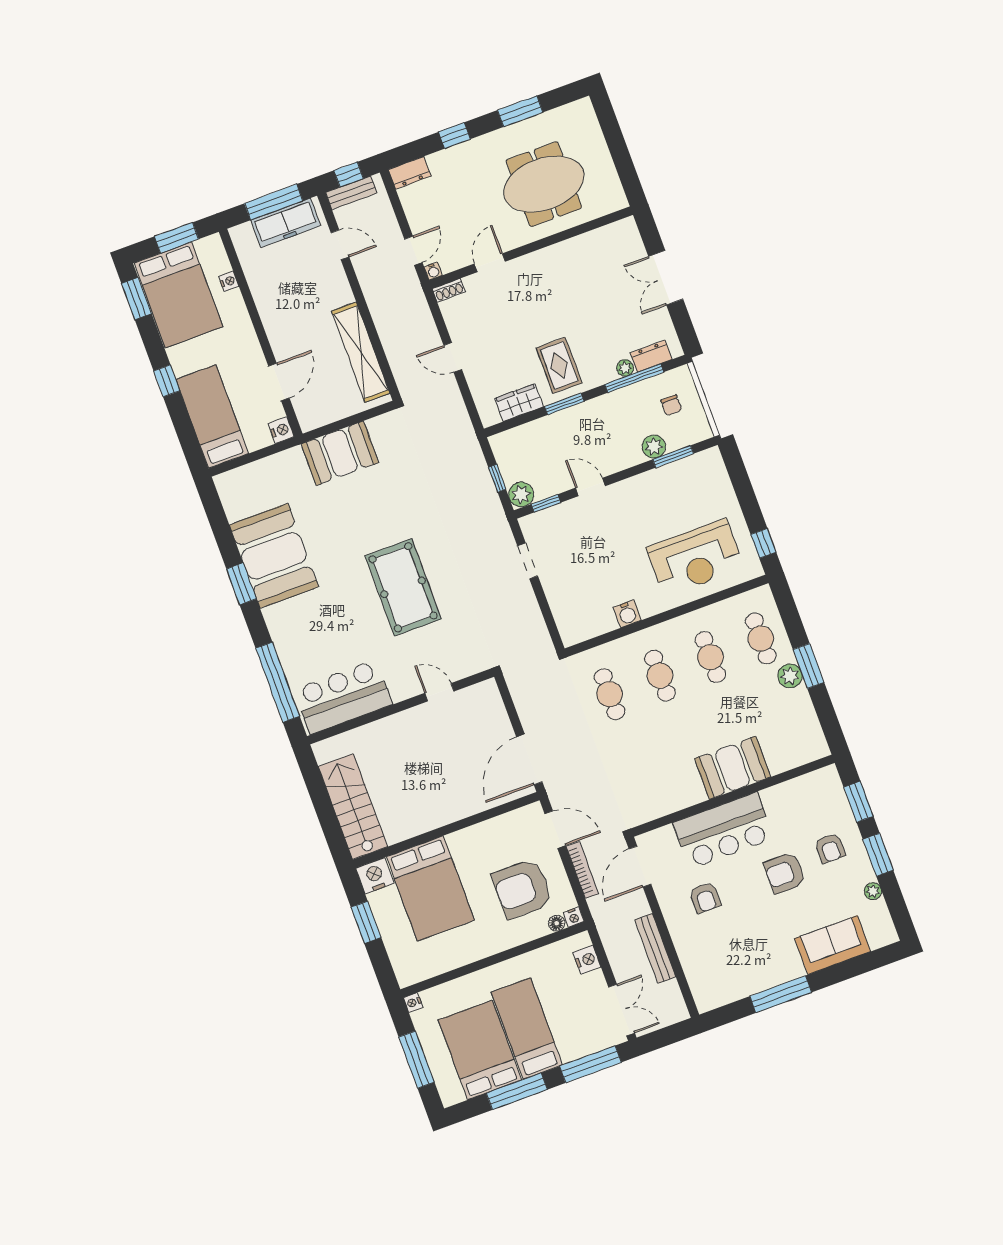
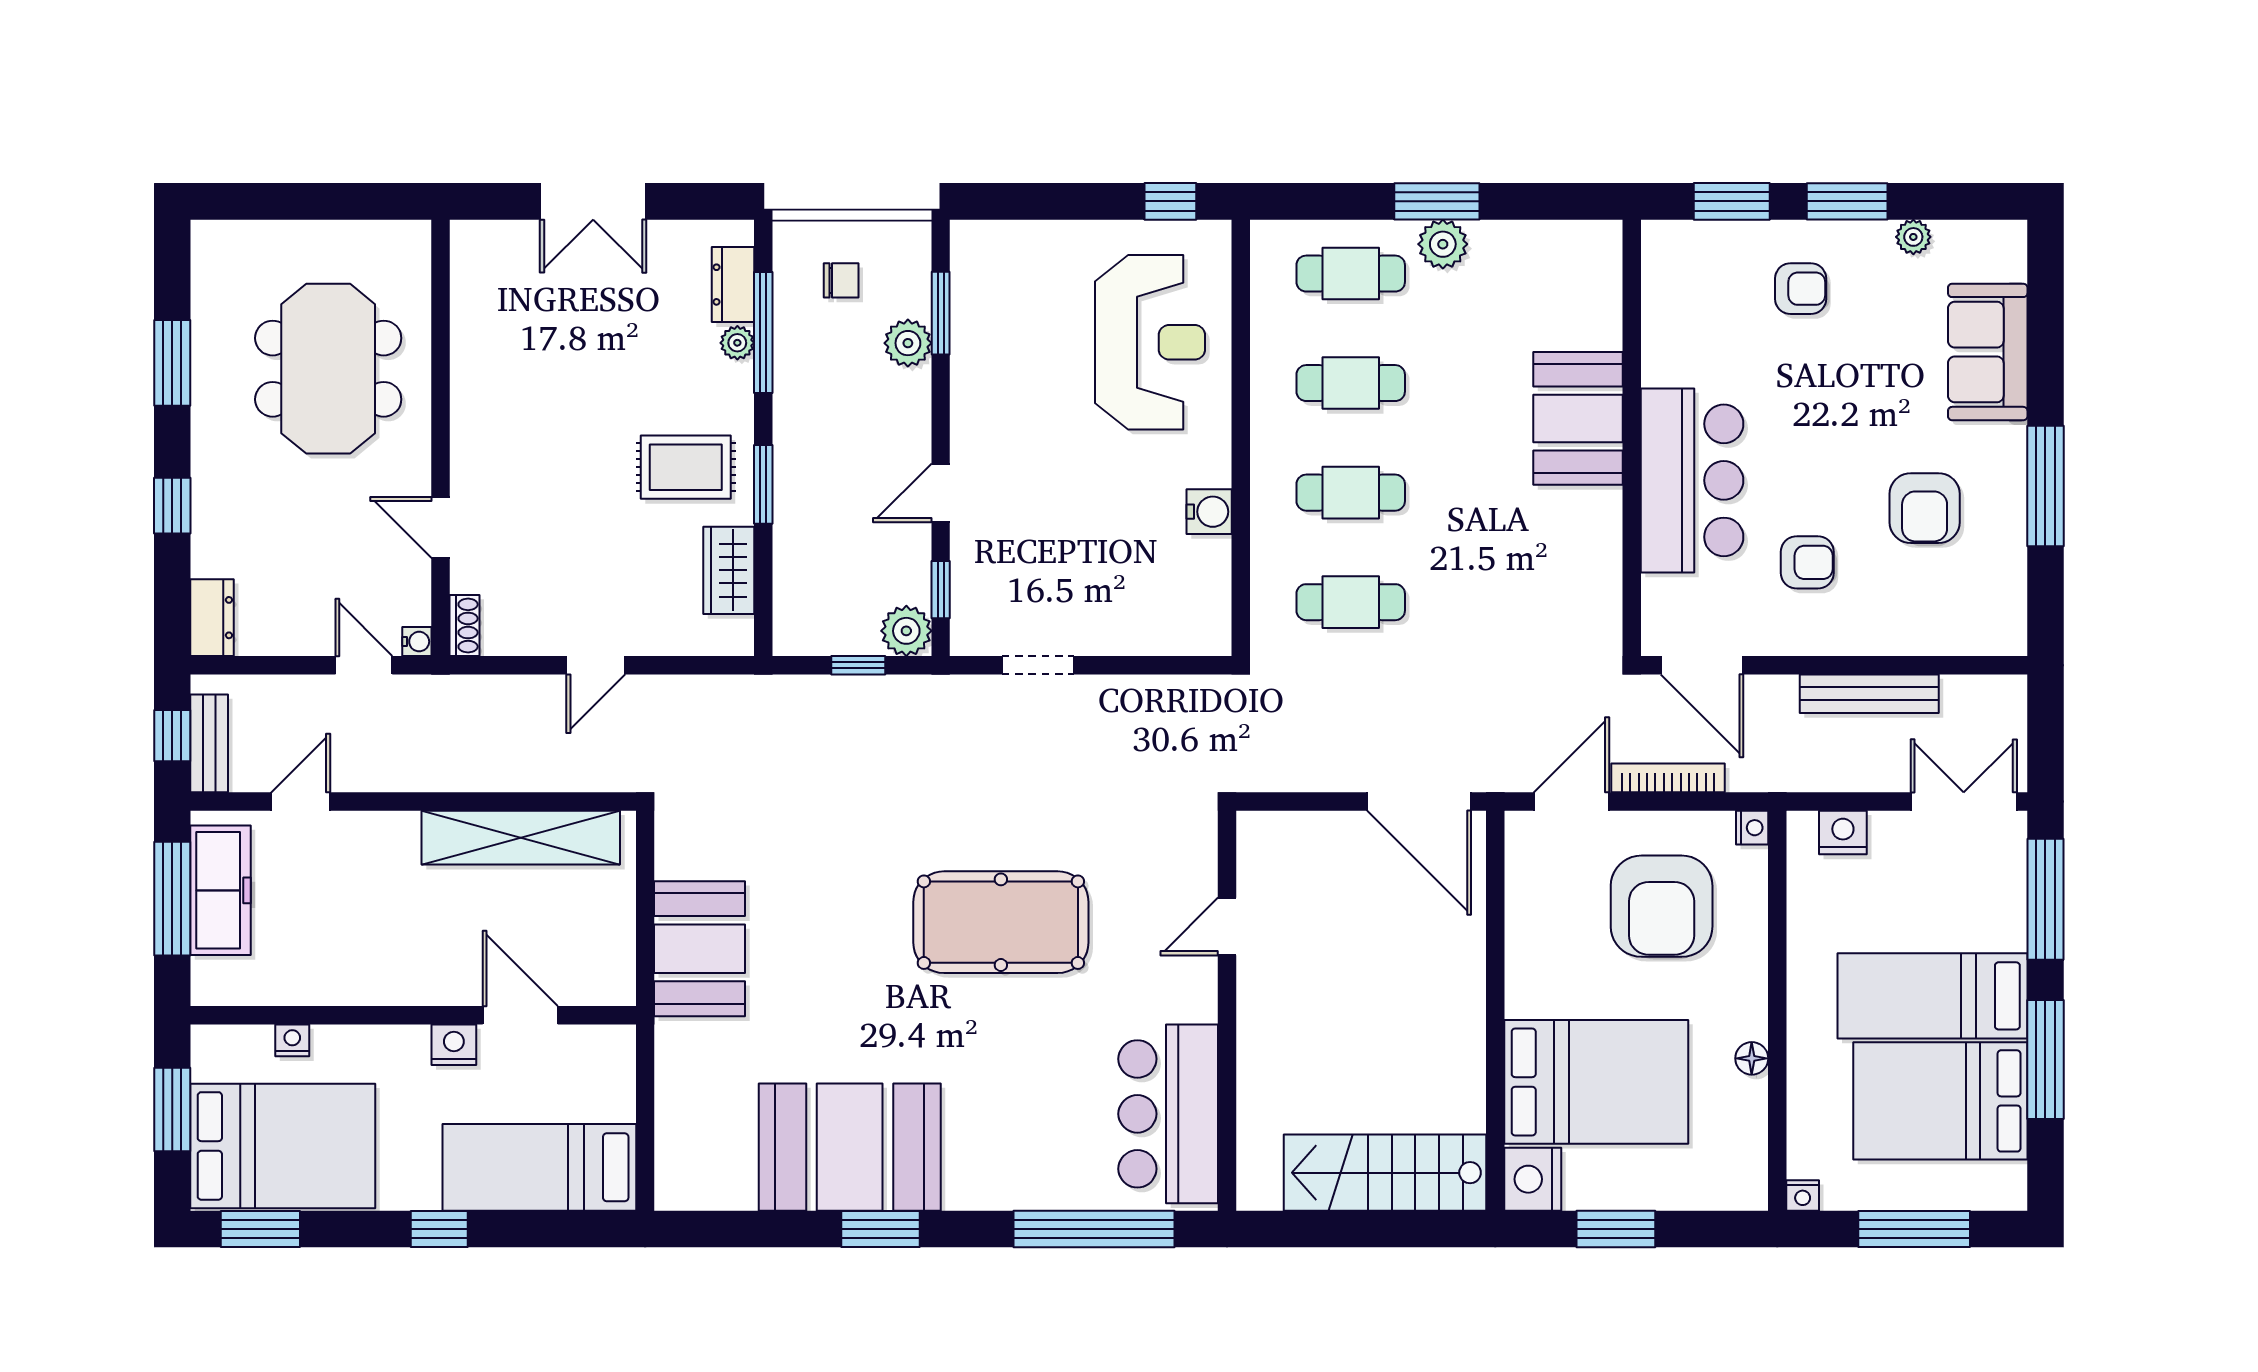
nightstand: (281, 430) -> (454, 1045), moved
armchair: (785, 873) -> (1925, 508), moved
floor lamp: (557, 923) -> (1752, 1058), moved

